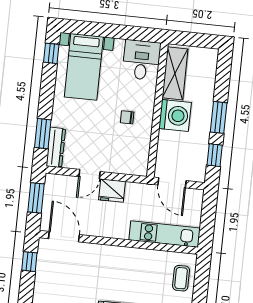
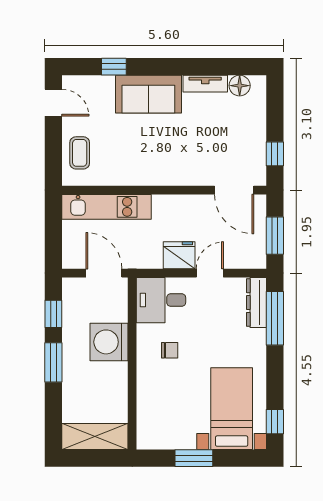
window: (117, 31) -> (194, 458), added
desk: (141, 60) -> (161, 300), moved, turned 90
shelving: (175, 73) -> (95, 436), moved, turned 90
washing machine: (175, 116) -> (109, 342), moved
window: (43, 134) -> (275, 318), width x1.44

